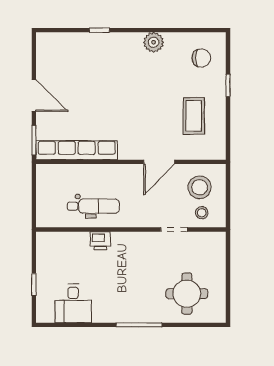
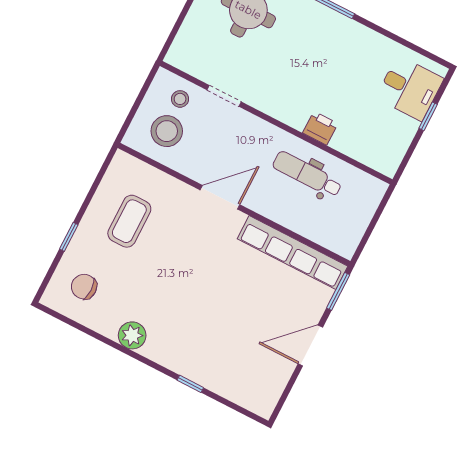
door: (34, 95) -> (310, 346), hinge flipped
door: (159, 162) -> (220, 197), moved
desk: (73, 303) -> (410, 88), moved, turned 90

